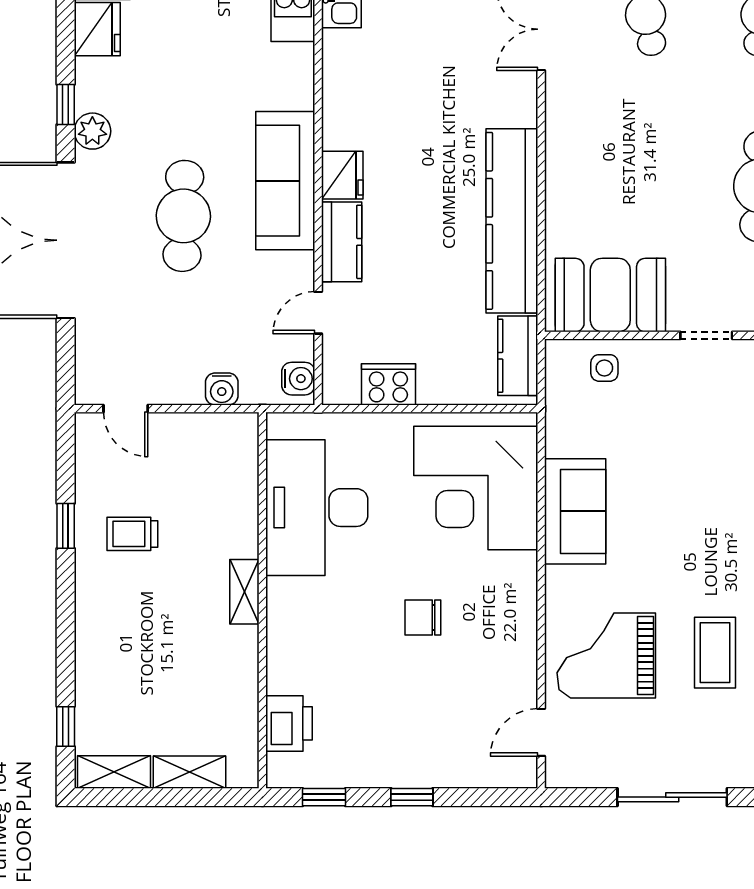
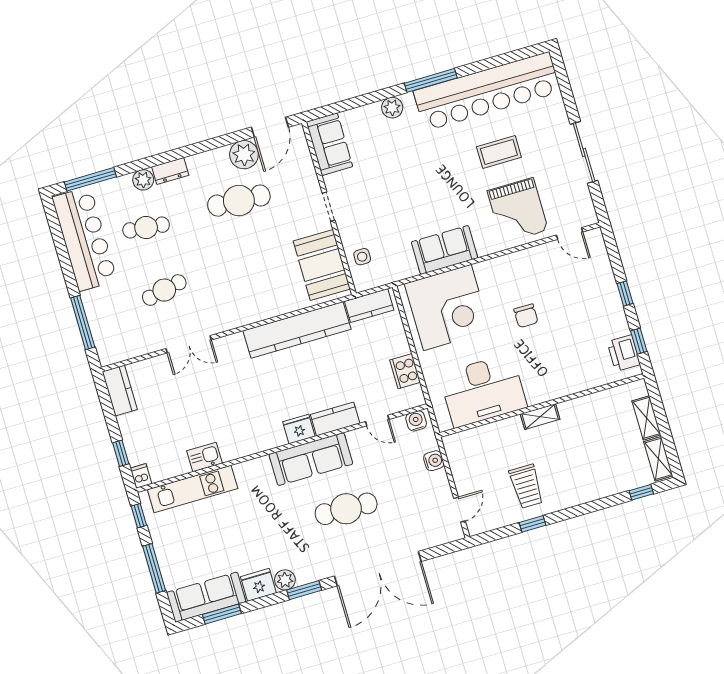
window: (66, 104) -> (304, 590), width x1.50
plant: (92, 131) -> (285, 580), moved
trolley: (132, 534) -> (526, 486), width x1.36, depth x1.39
printer: (289, 723) -> (624, 353), moved, turned -90

